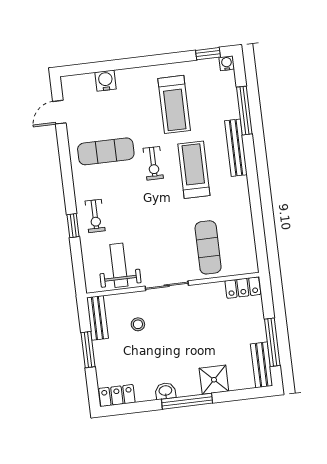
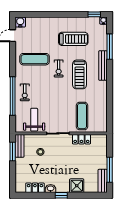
water cooler: (106, 81) -> (20, 22), moved
treadmill: (174, 104) -> (73, 39), turned -90
treadmill: (194, 170) -> (80, 74), turned 180
window: (73, 226) -> (13, 96), width x3.17
locker: (243, 288) -> (81, 139), moved
window: (88, 350) -> (13, 151), moved
locker: (117, 396) -> (35, 188), moved
window: (187, 401) -> (61, 195), width x0.46

